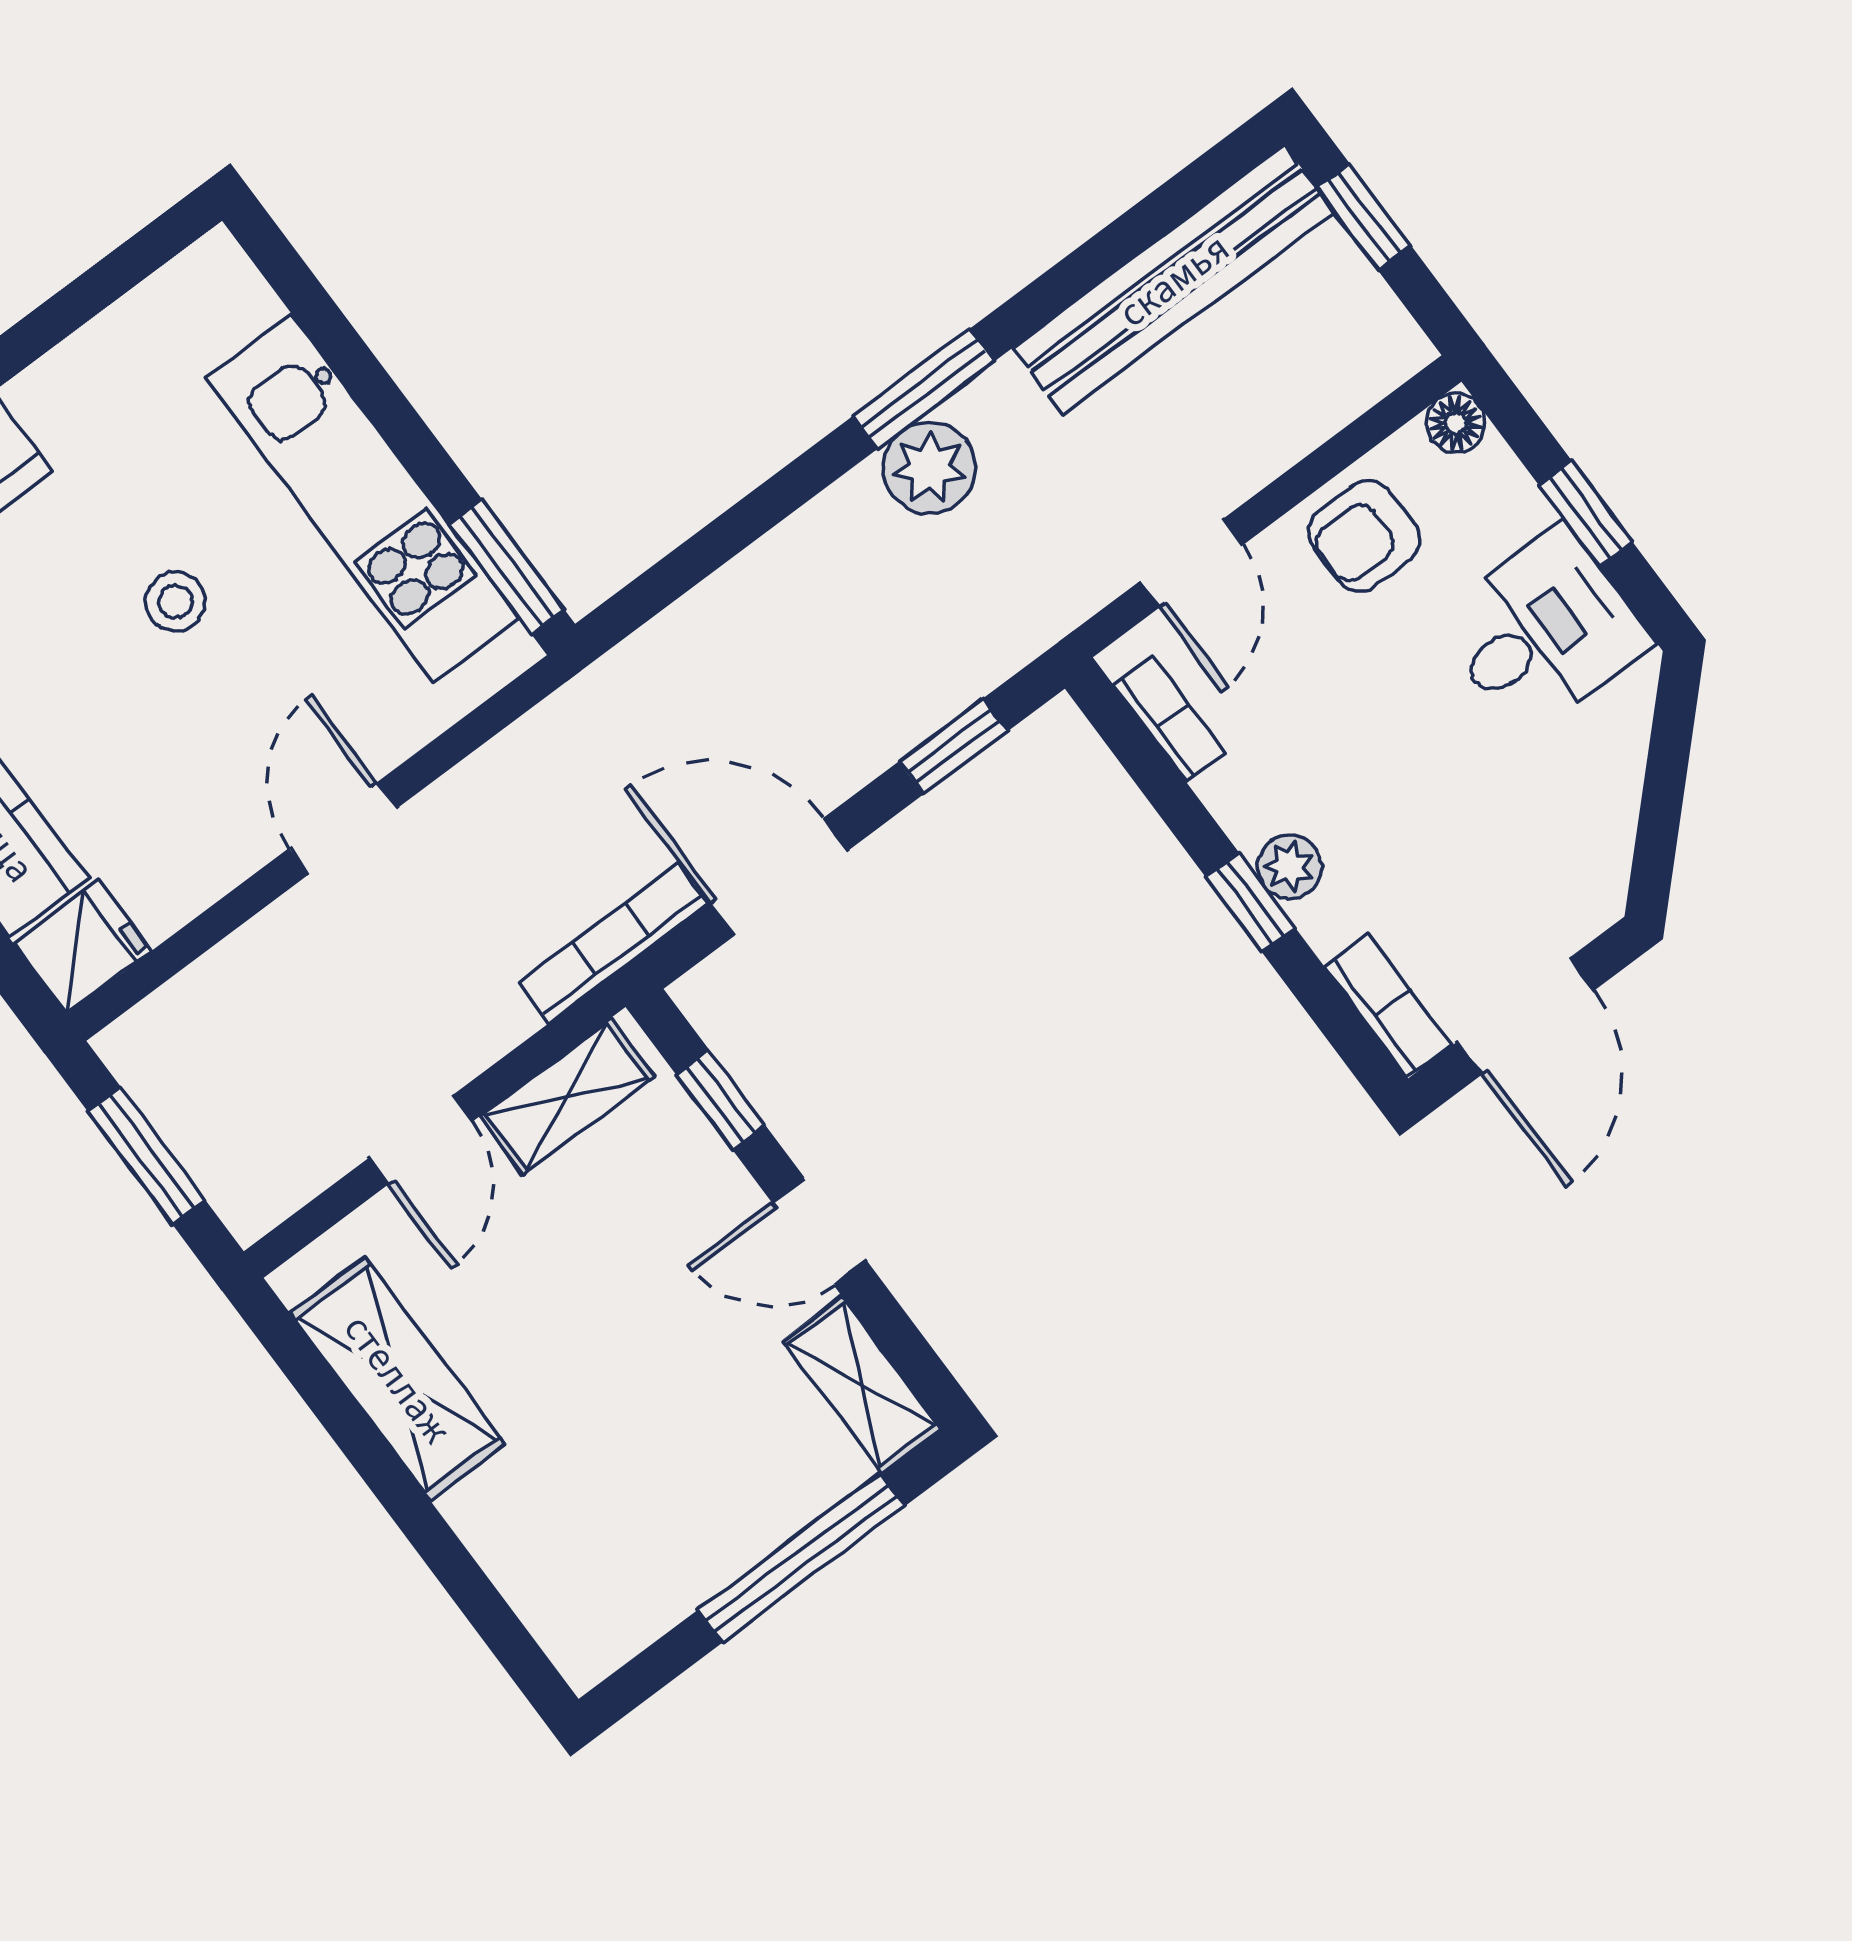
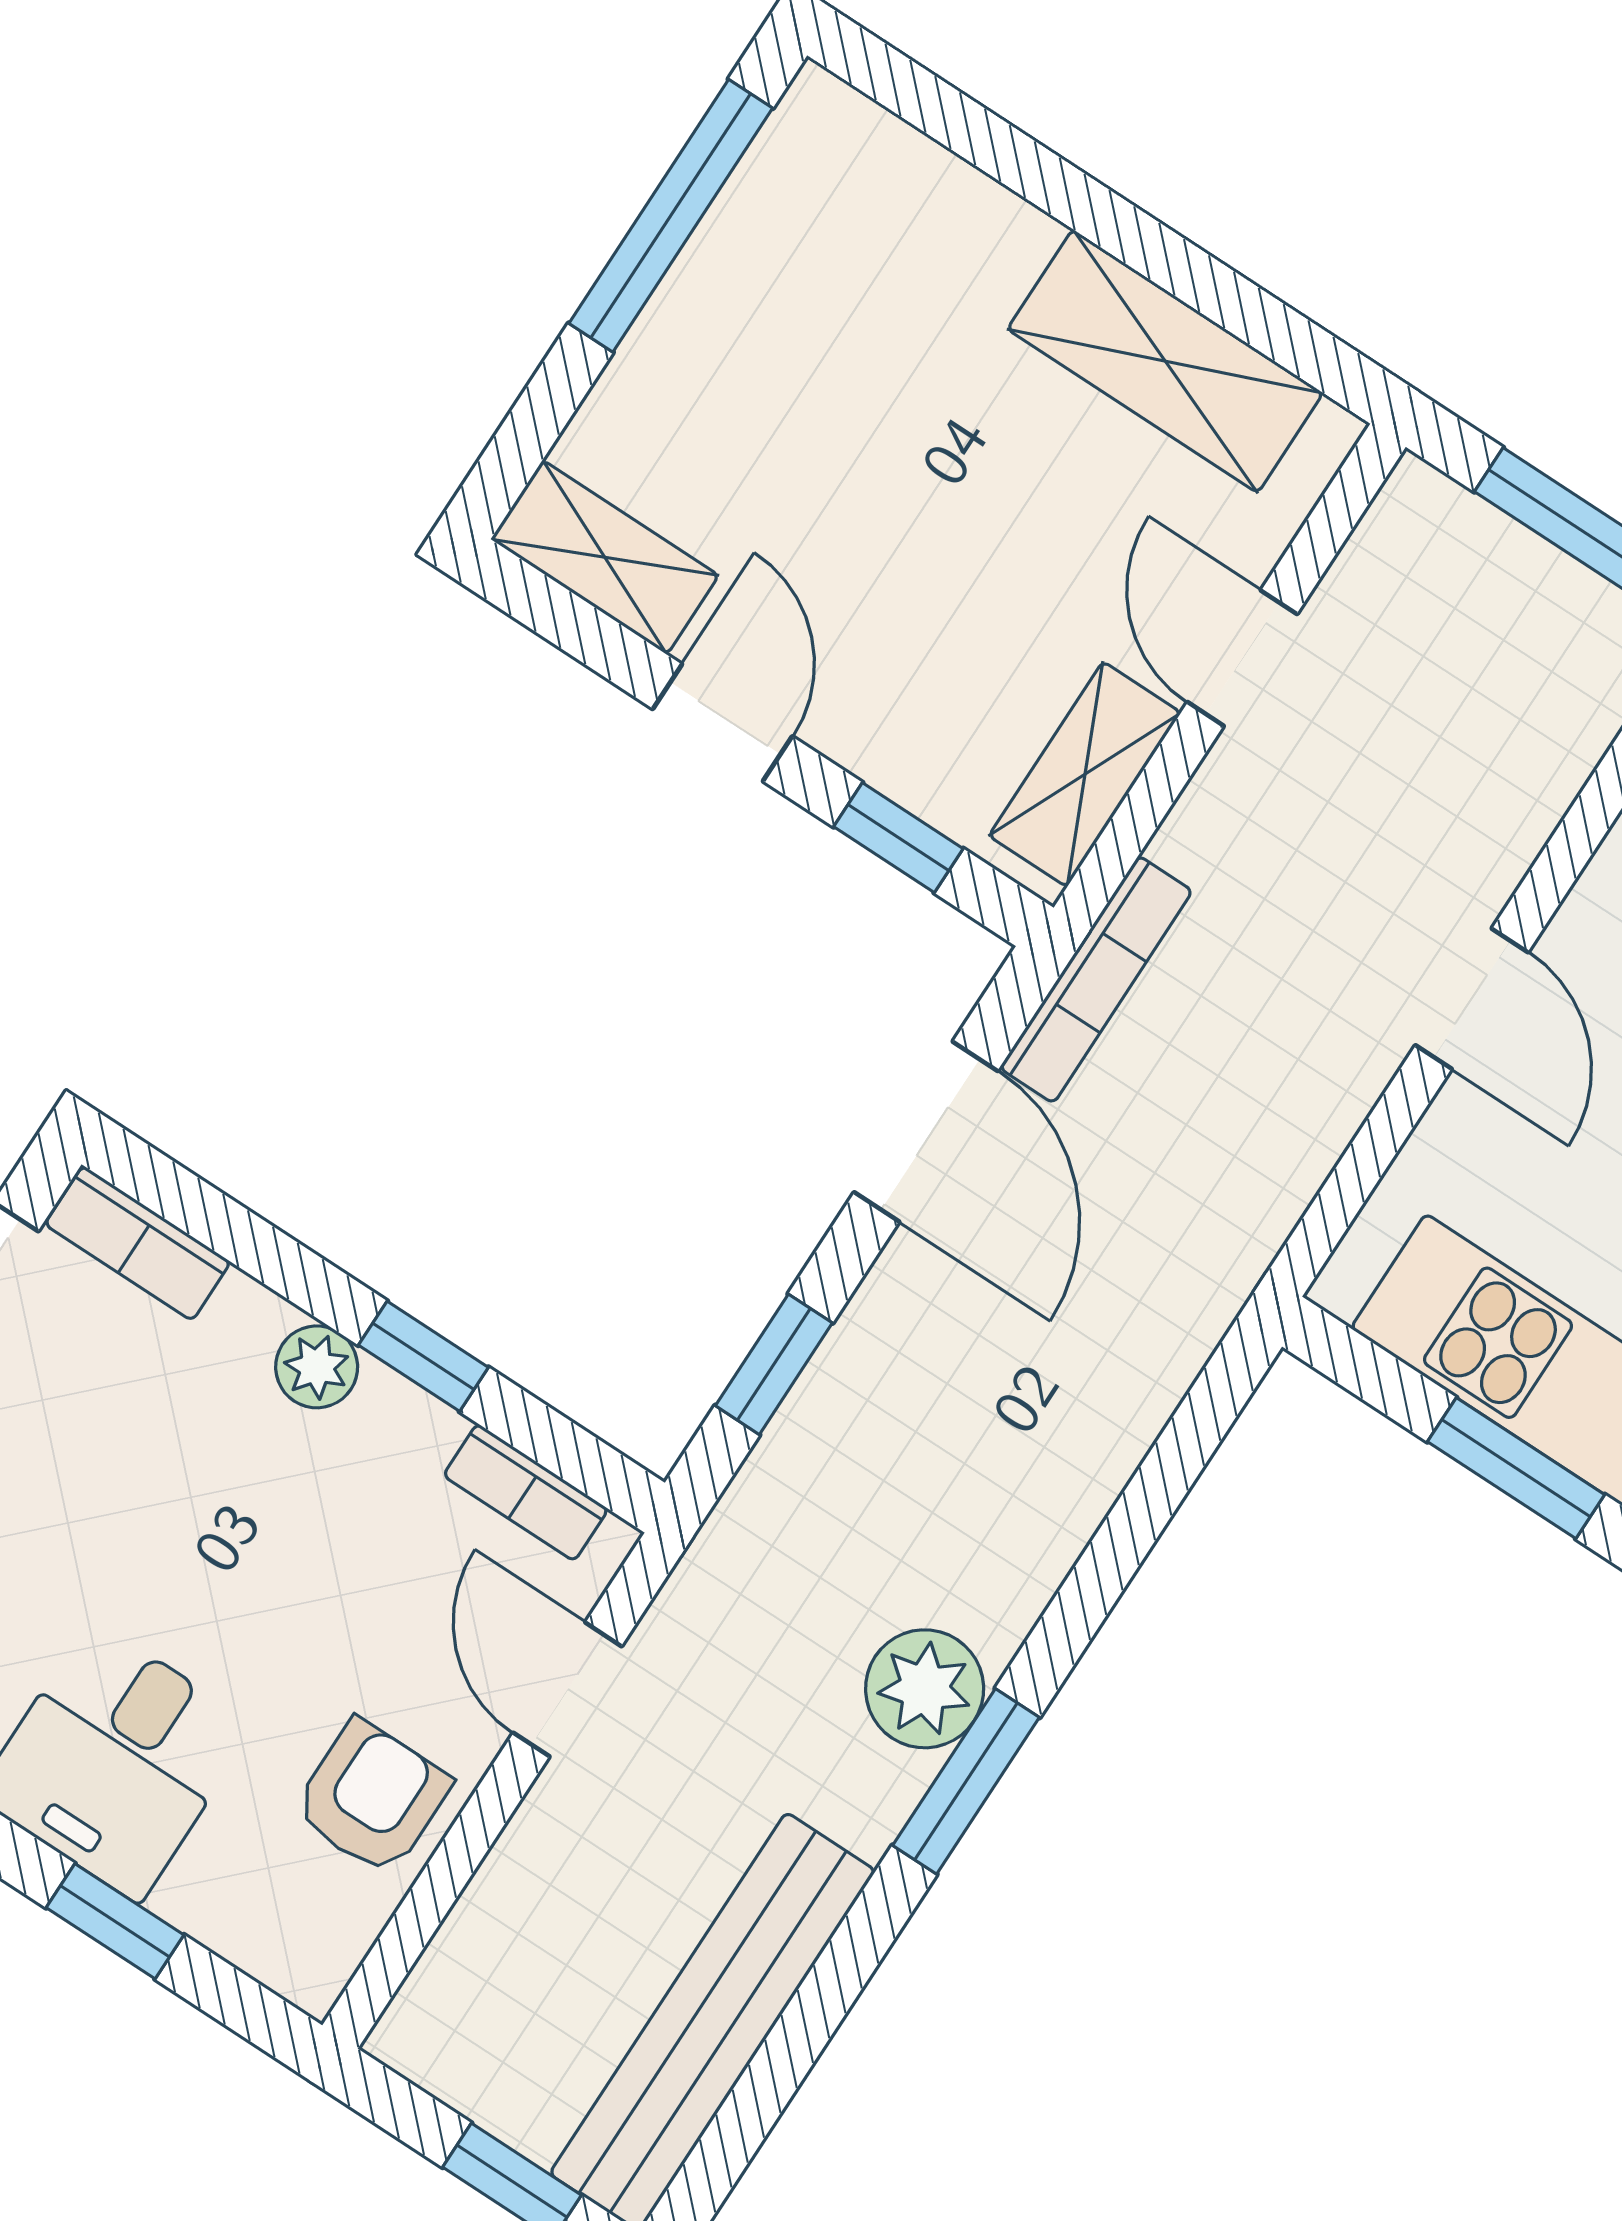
floor lamp: (1455, 423) -> (311, 1973), removed
window: (507, 567) -> (1516, 1468), moved
door: (779, 877) -> (926, 1132), hinge flipped
window: (1250, 902) -> (423, 1356), moved
door: (819, 1231) -> (723, 723), hinge flipped
window: (801, 1558) -> (671, 216), moved

